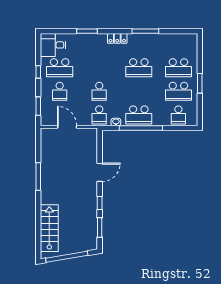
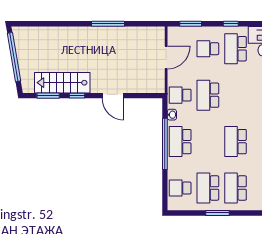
school desk: (99, 91) -> (208, 95), width x1.85
stairs: (49, 228) -> (62, 83), moved, turned 180

